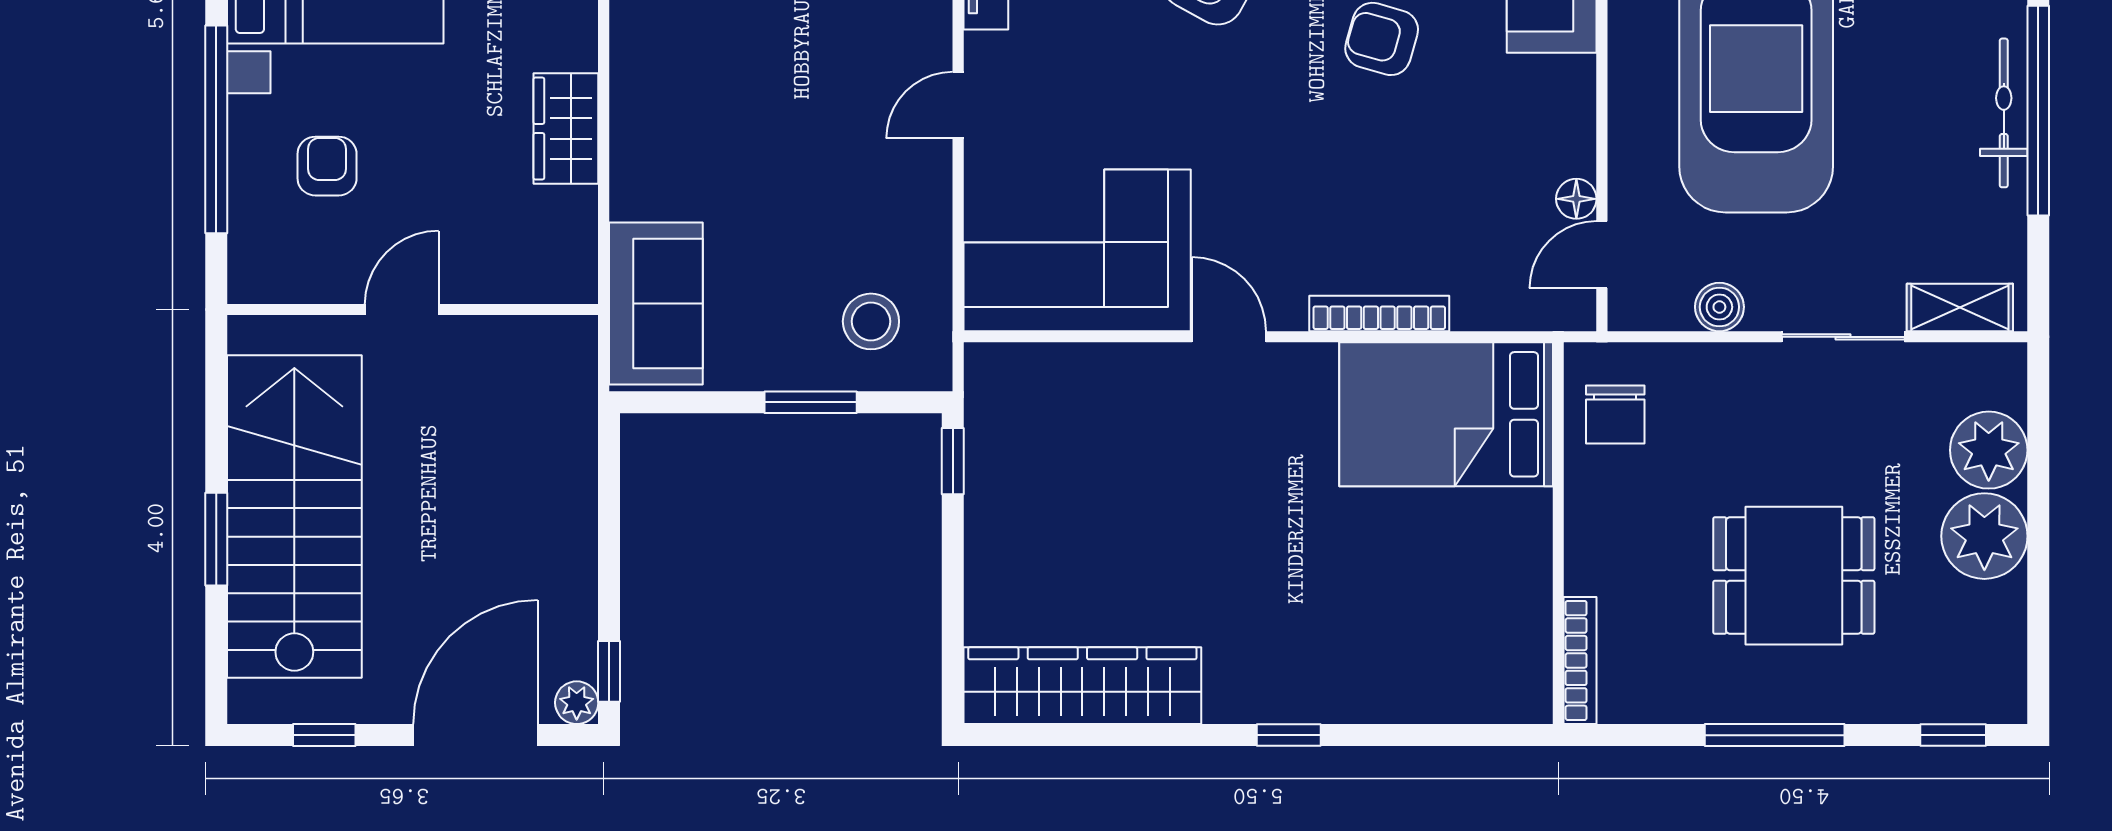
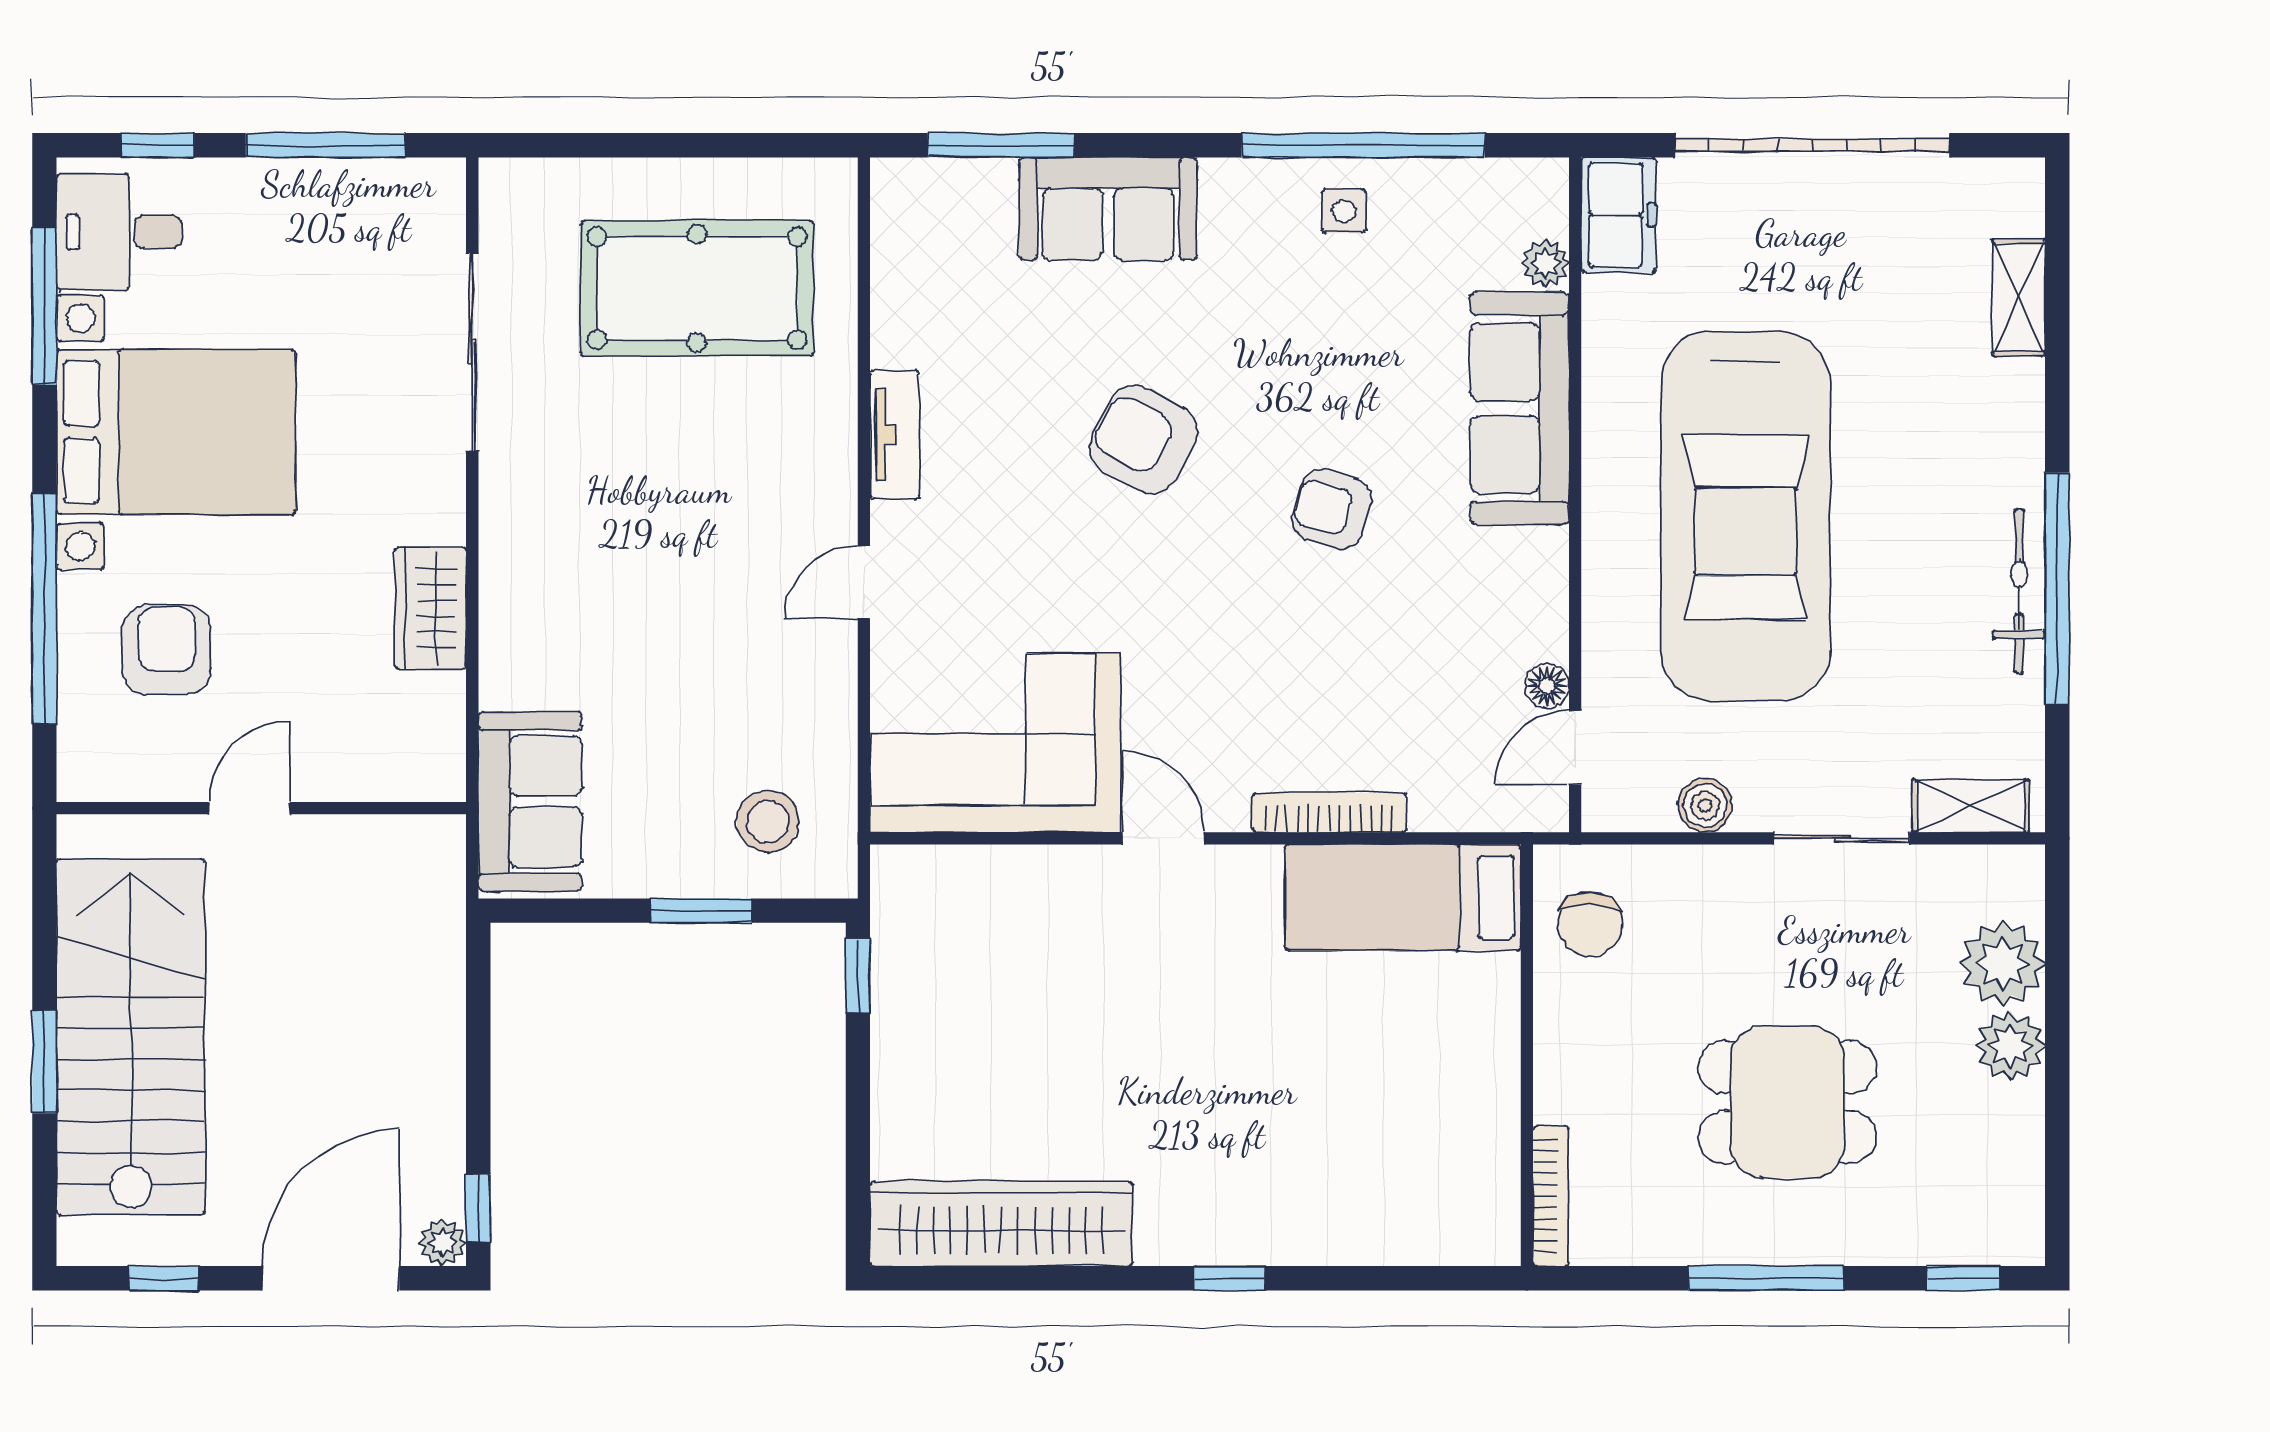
armchair: (327, 166) -> (167, 650), width x1.38, depth x1.38
bed: (1446, 414) -> (1403, 897), width x0.67
plant: (1984, 536) -> (2010, 1046), width x0.73, depth x0.73

